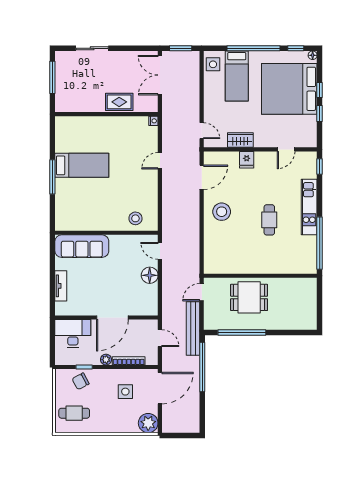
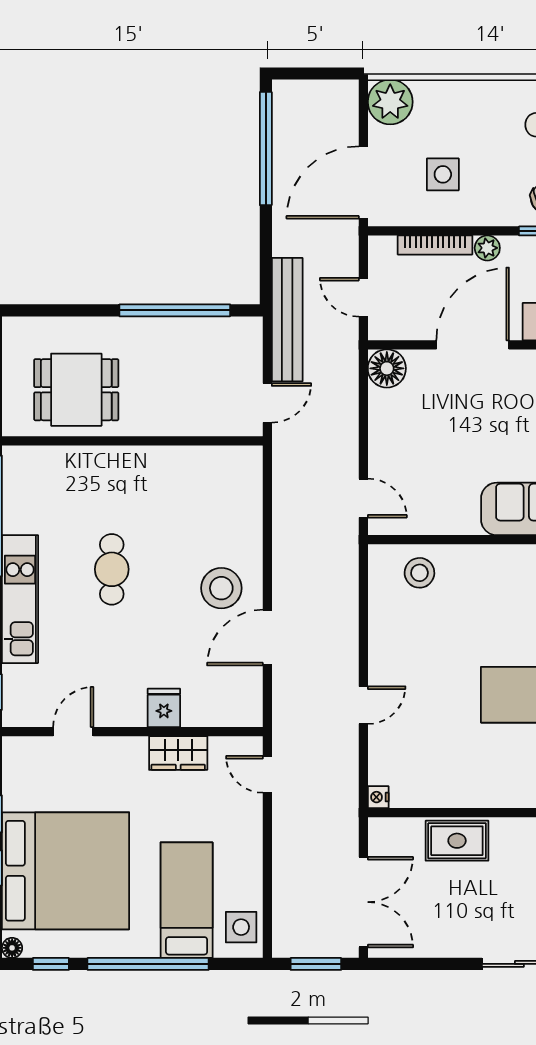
door: (202, 177) -> (267, 638), moved
floor lamp: (150, 275) -> (387, 368), moved
dining table: (249, 297) -> (76, 390), moved
window: (202, 367) -> (266, 149), moved

